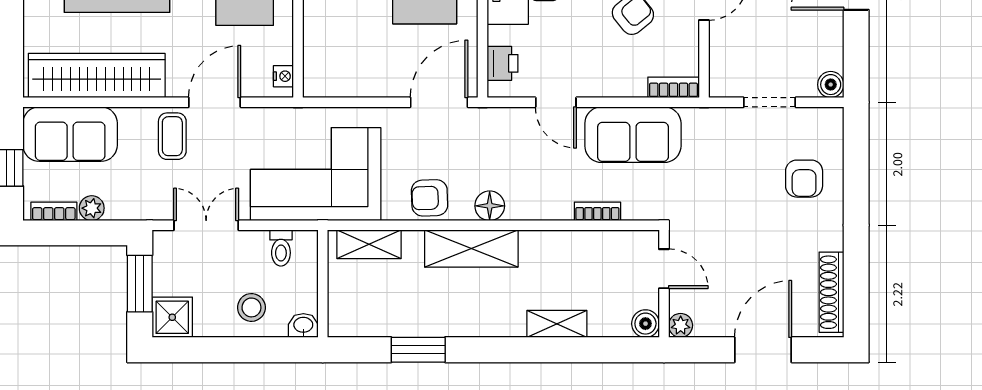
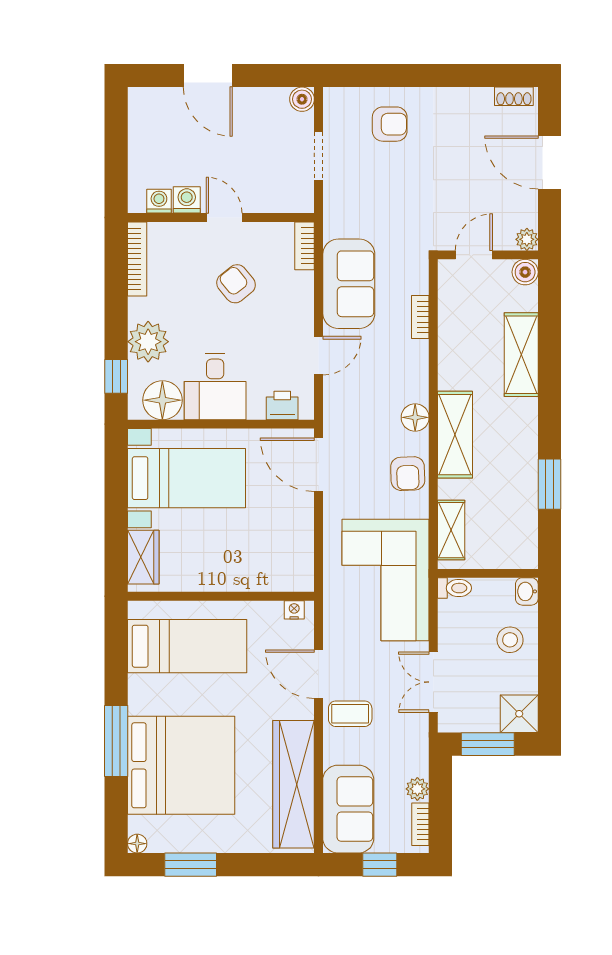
toilet: (281, 248) -> (454, 588), moved
shoe rack: (831, 292) -> (514, 96), width x0.51, depth x0.81
shelving: (557, 324) -> (521, 355), width x1.50, depth x1.33

